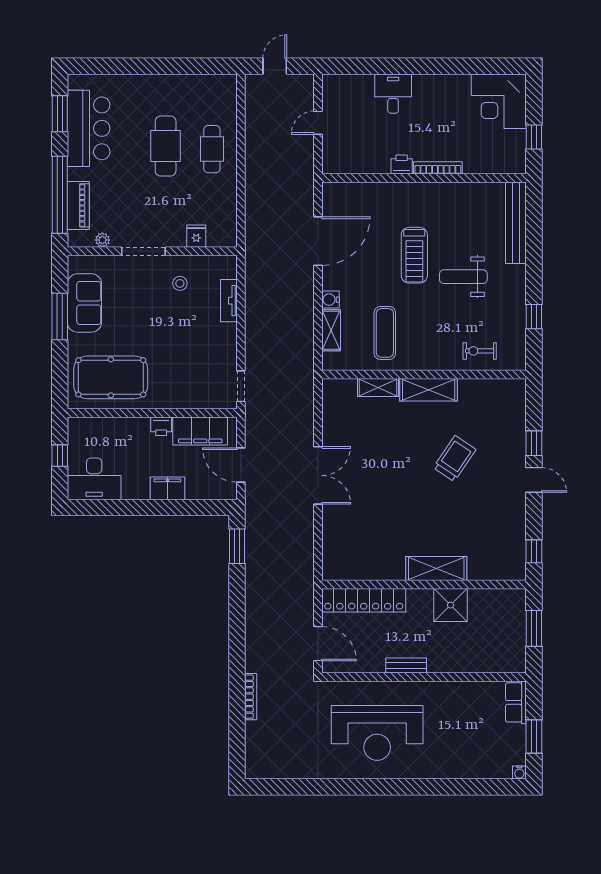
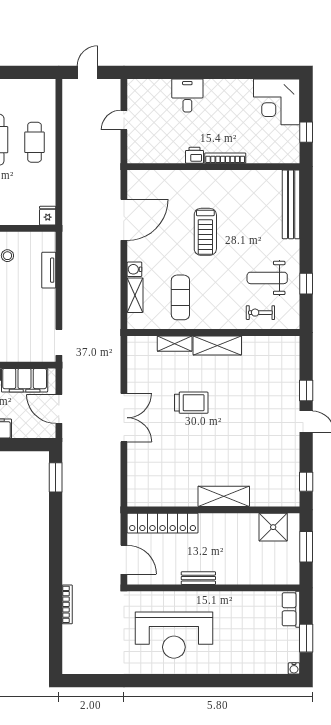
fridge: (196, 236) -> (48, 216), moved
weight bench: (463, 277) -> (267, 278), moved
trolley: (455, 459) -> (191, 403), moved, turned 56
shower: (451, 605) -> (273, 527), moved

